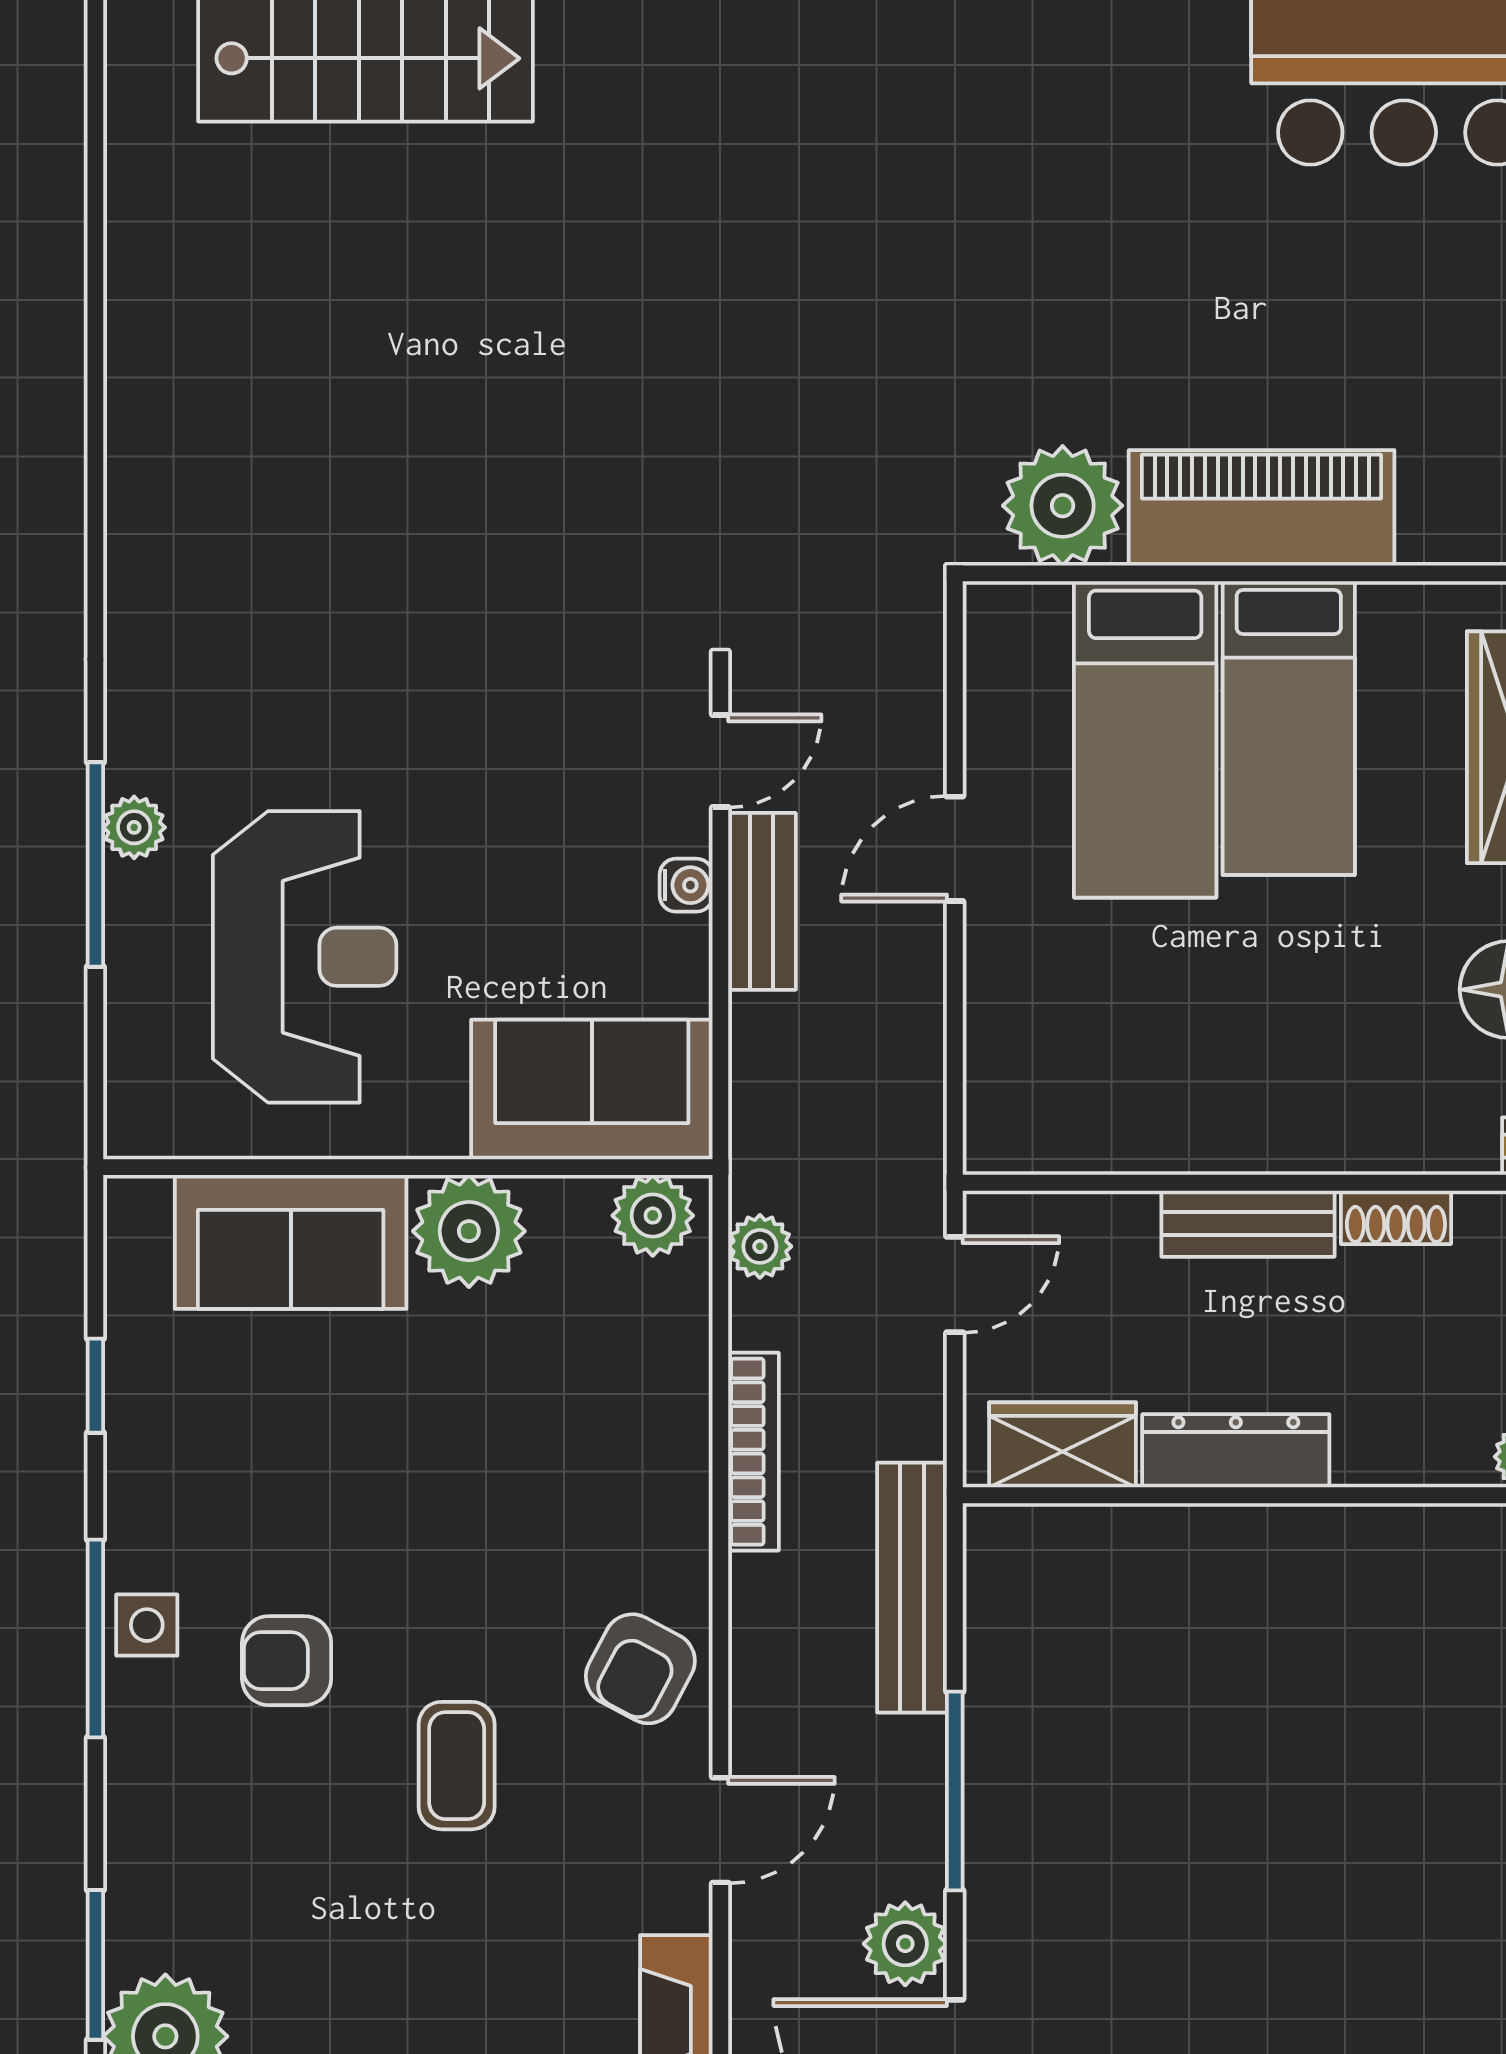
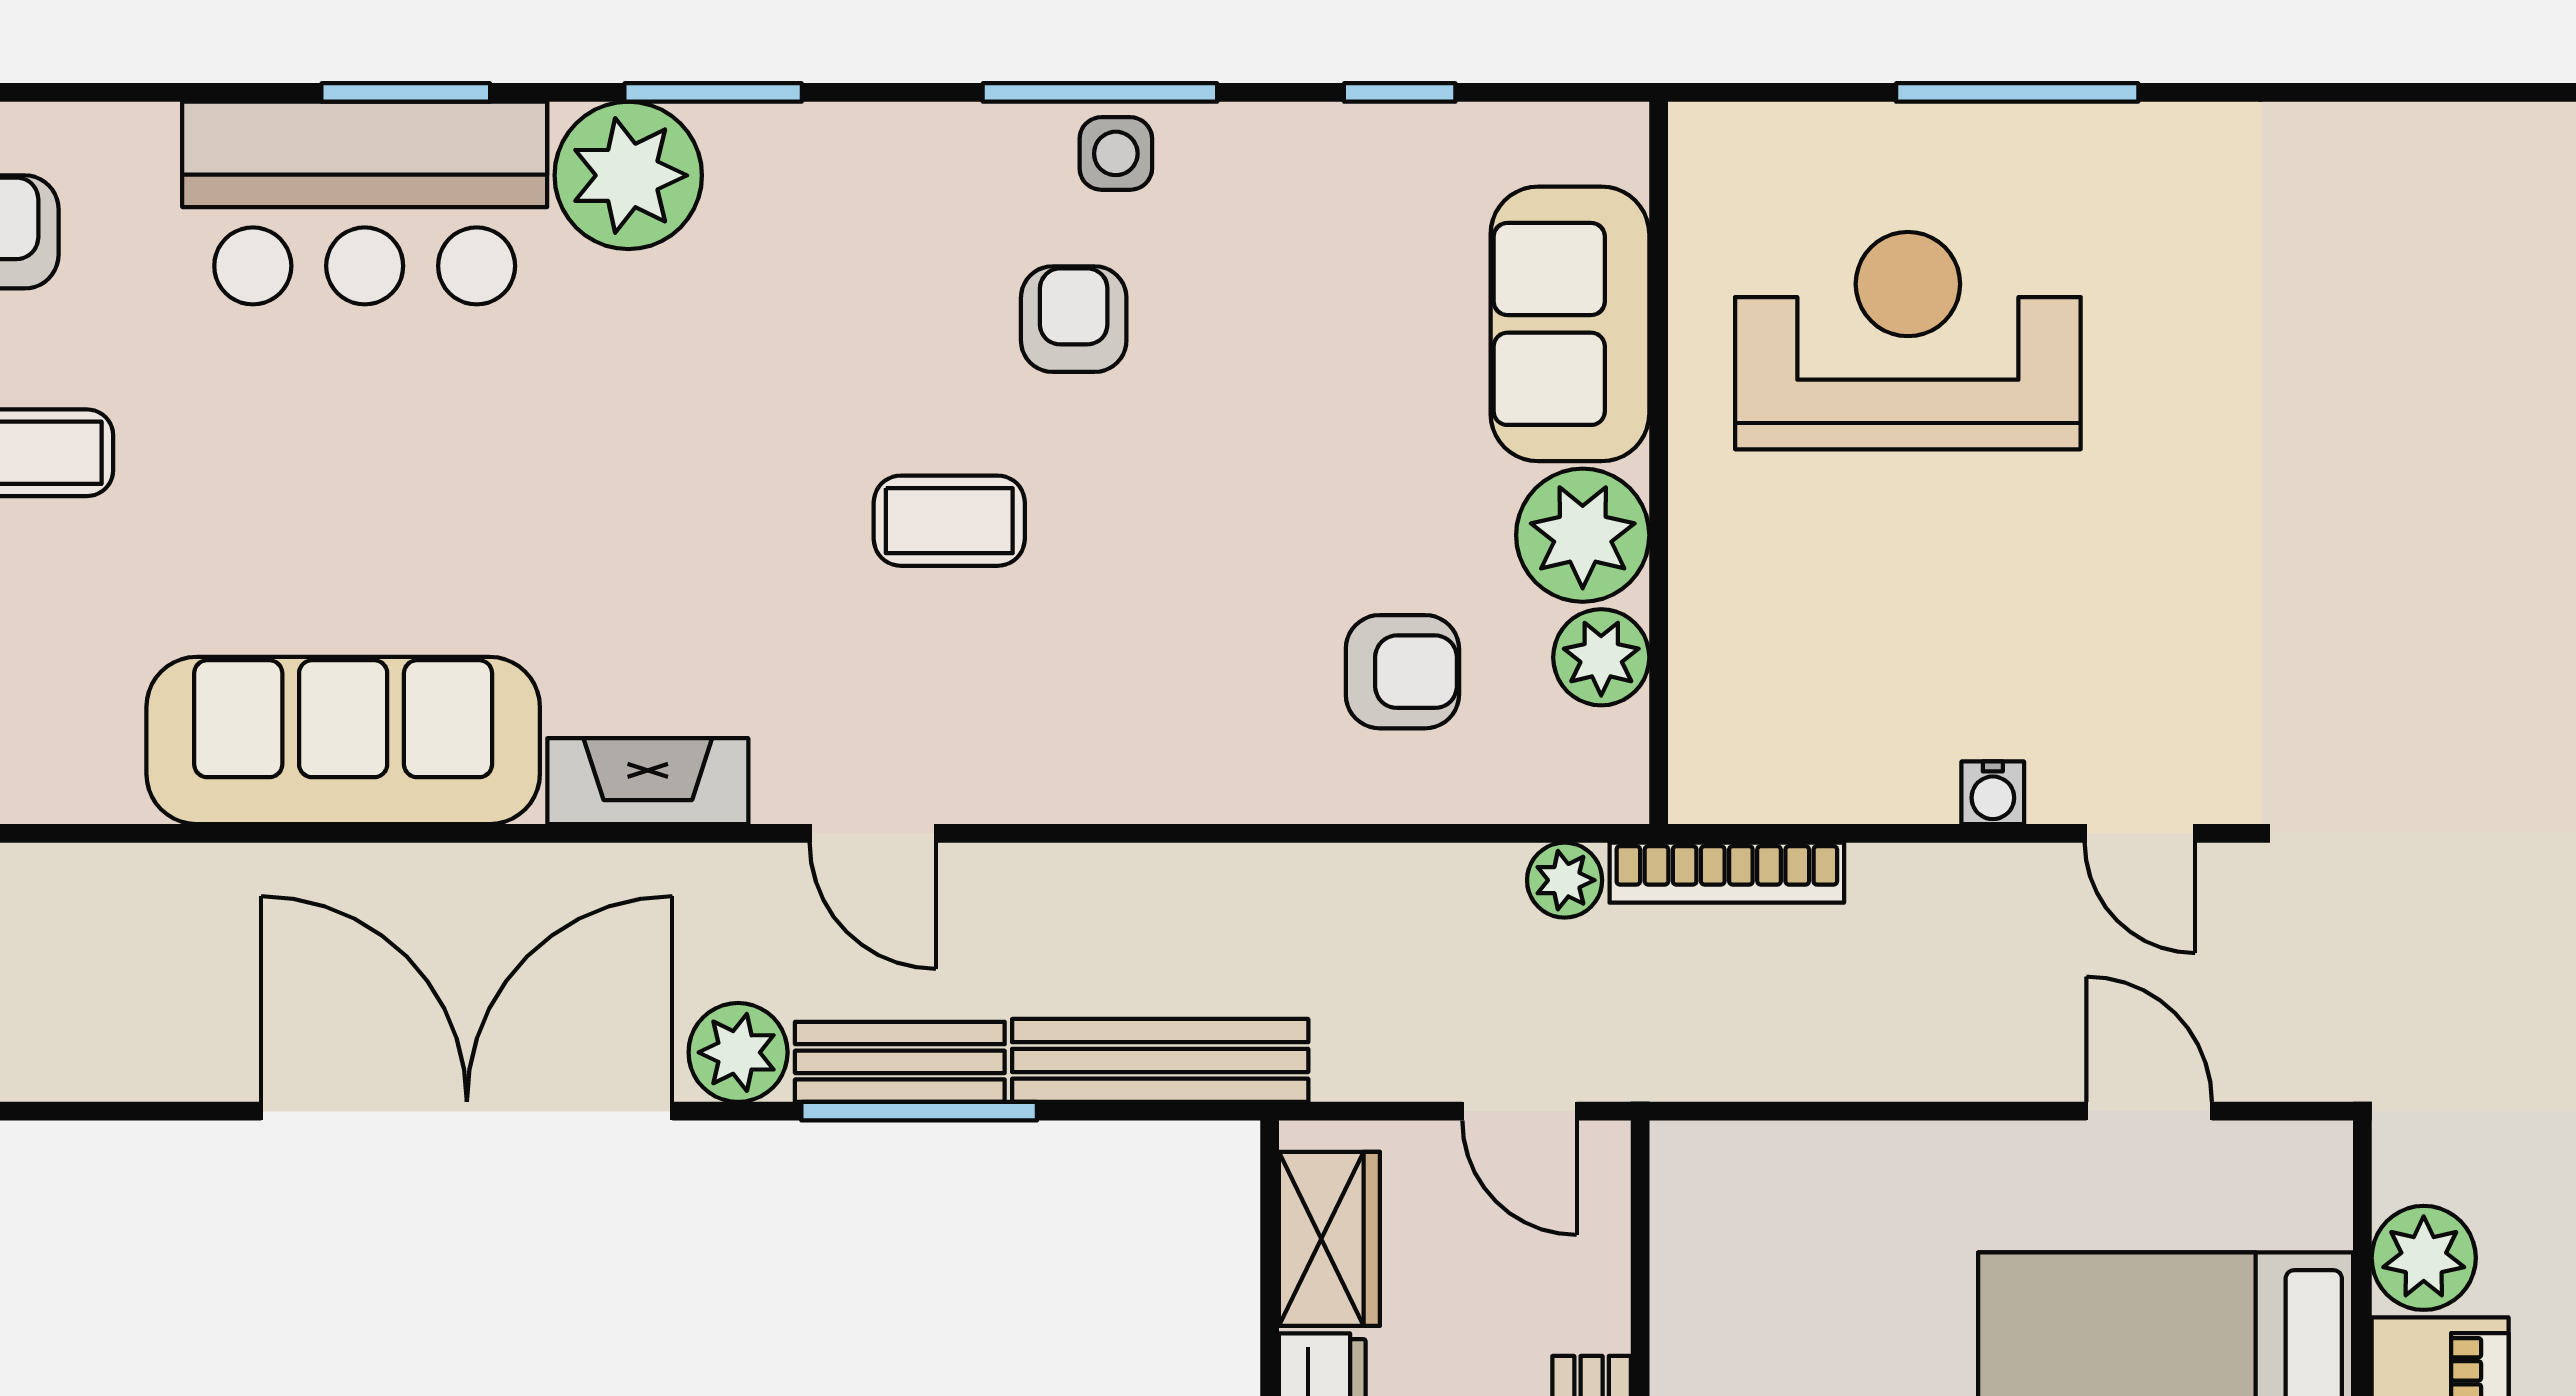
plant: (1063, 506) -> (2424, 1258), width x0.73, depth x0.73
plant: (134, 827) -> (2061, 138), removed
door: (955, 849) -> (2149, 1111), moved
bench: (762, 901) -> (900, 1062), moved
reception desk: (305, 957) -> (1908, 341), turned 180
sofa: (592, 1090) -> (1751, 681), removed
plant: (653, 1216) -> (1601, 657), moved
bookcase: (754, 1452) -> (1727, 873), moved
armchair: (640, 1669) -> (1402, 672), moved, turned 152

